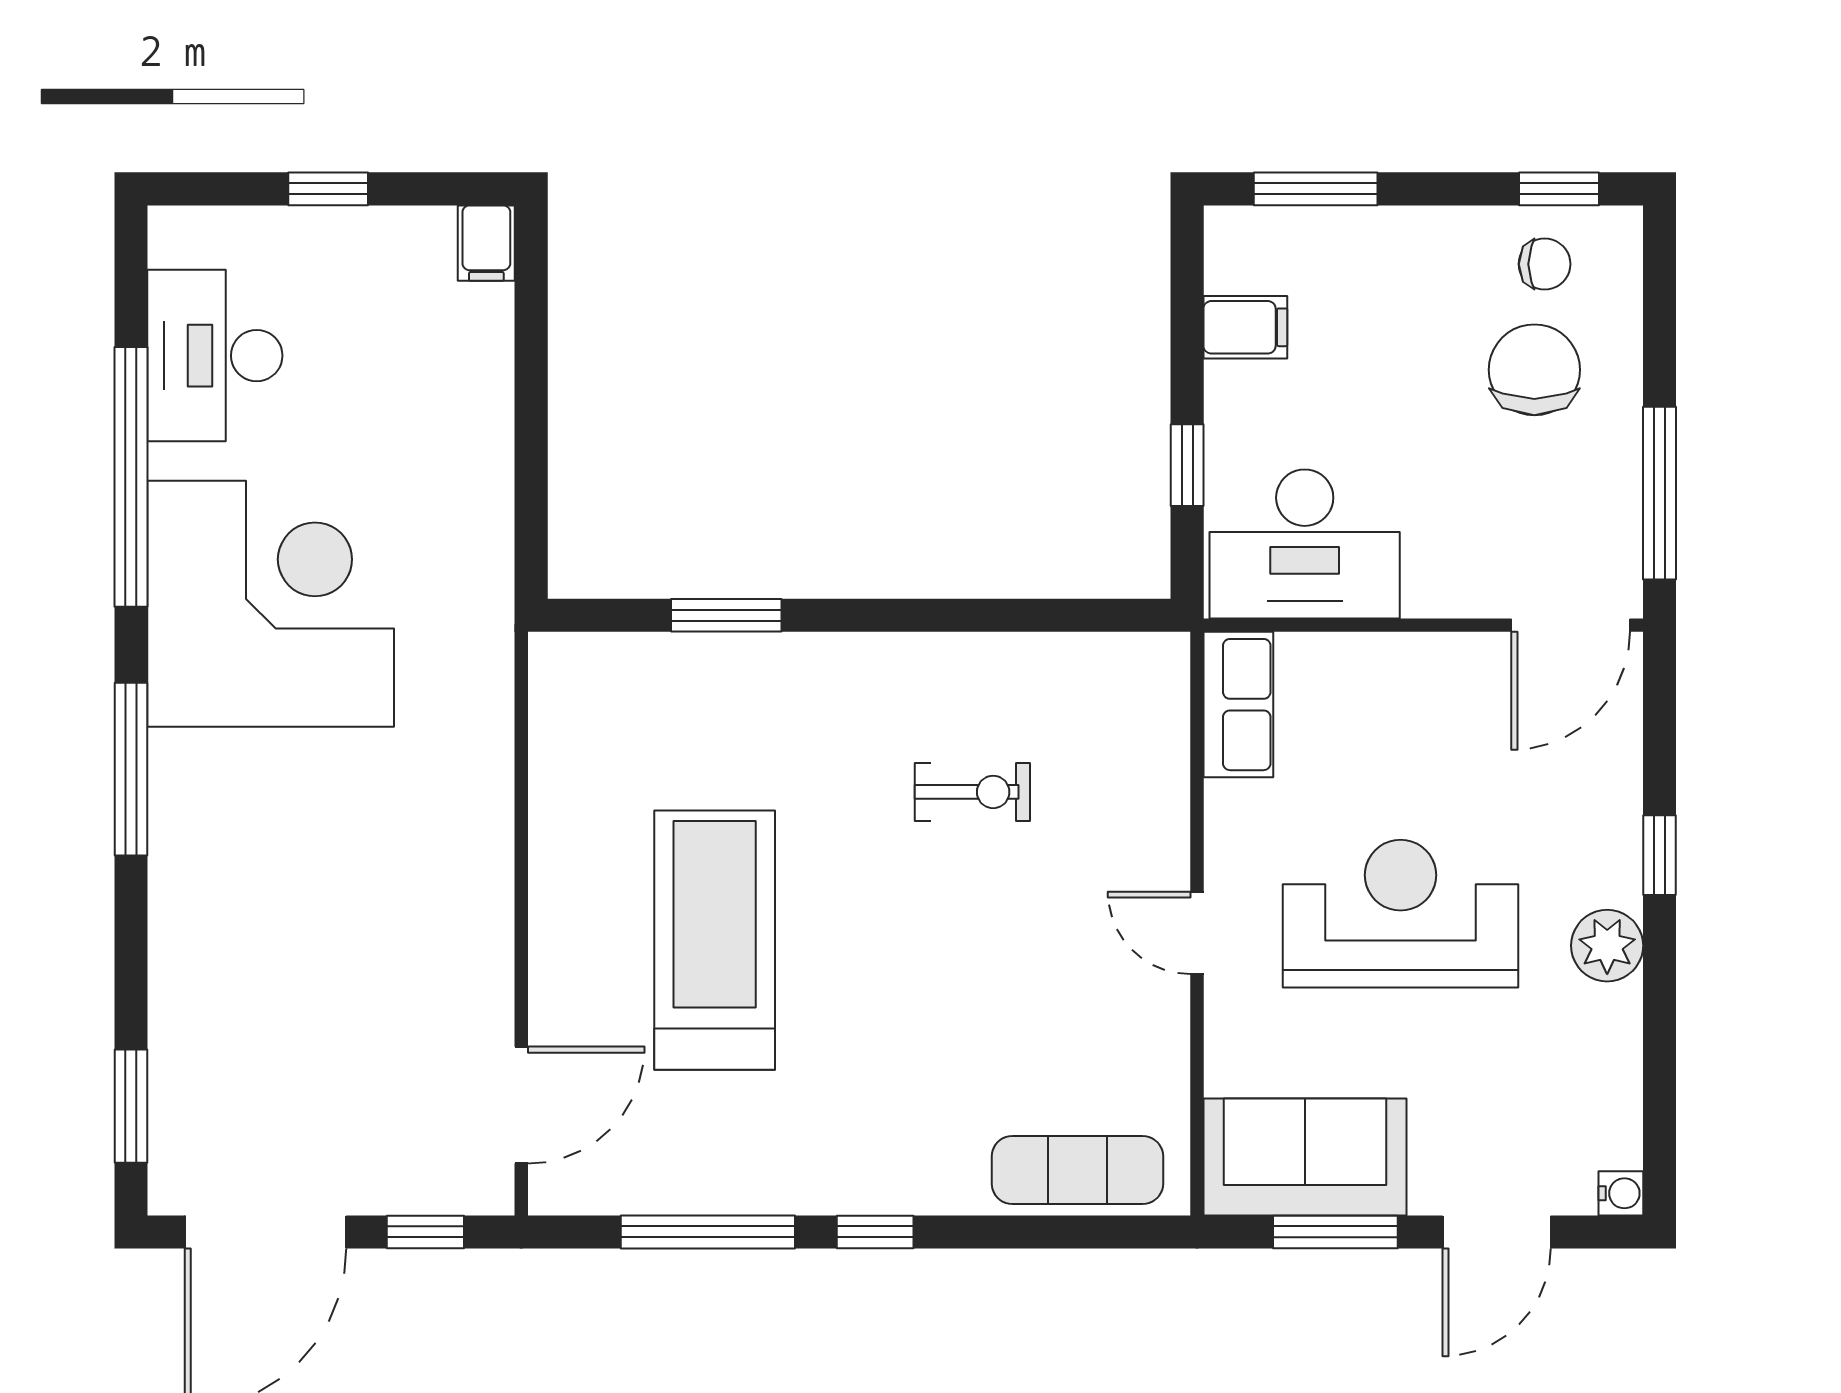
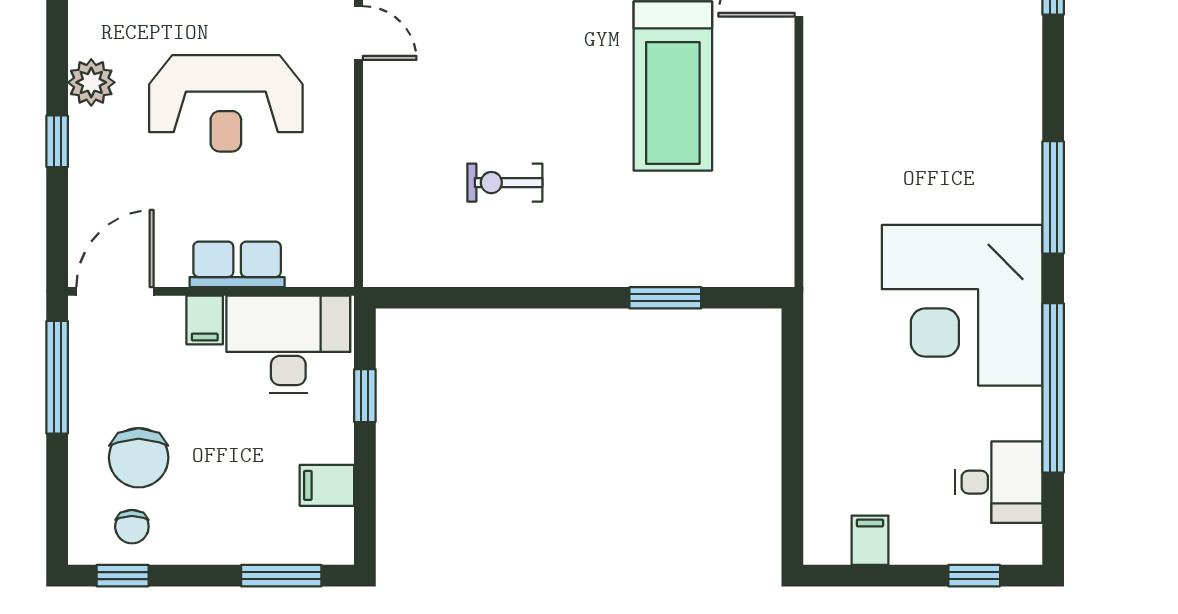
window: (328, 189) -> (974, 576), moved
filing cabinet: (486, 243) -> (870, 540), moved
chair: (1545, 264) -> (132, 527), turned -90
desk: (215, 356) -> (999, 482), width x0.73
filing cabinet: (1433, 581) -> (205, 320), added
row of seats: (1238, 705) -> (237, 264), moved, turned 90
door: (1197, 933) -> (358, 33), moved

